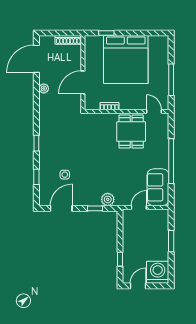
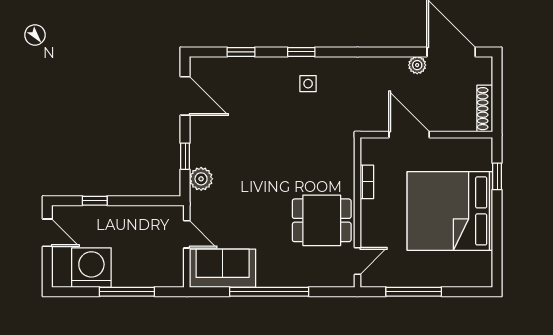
plant: (44, 88) -> (417, 65), moved
side table: (65, 175) -> (308, 84), moved
window: (171, 241) -> (127, 292), width x1.44
washing machine: (158, 272) -> (91, 268), moved, turned -90

